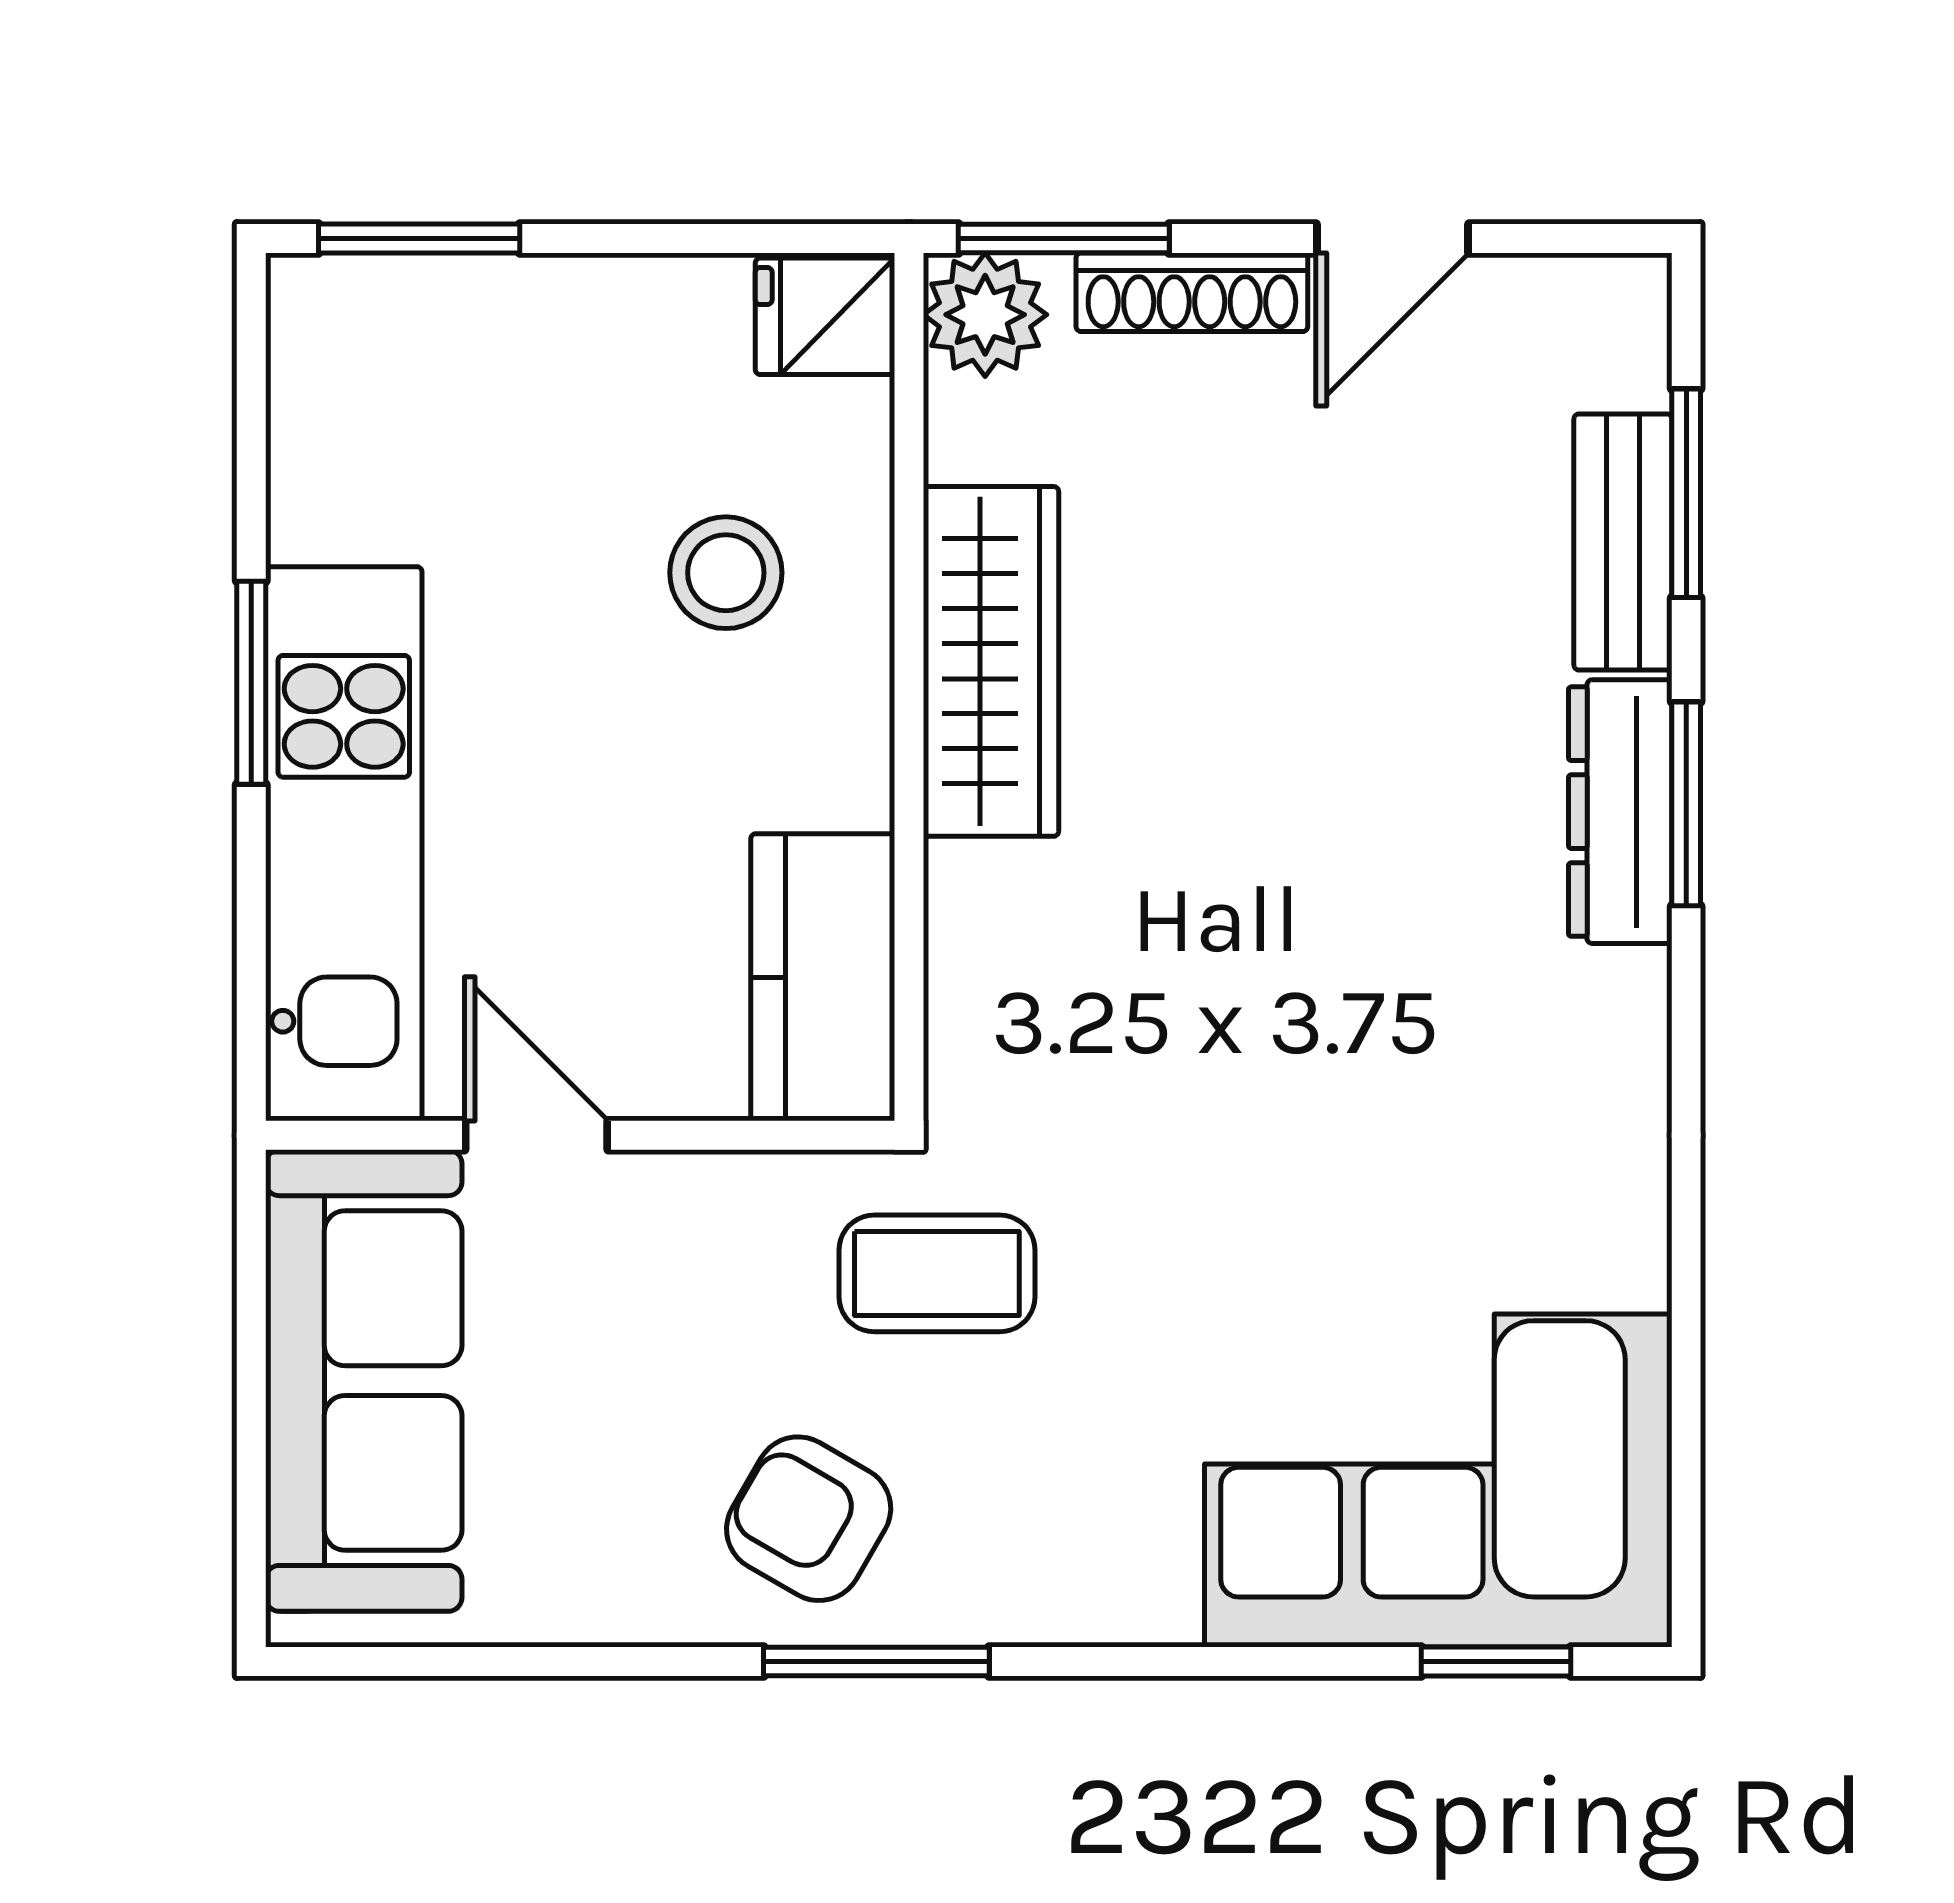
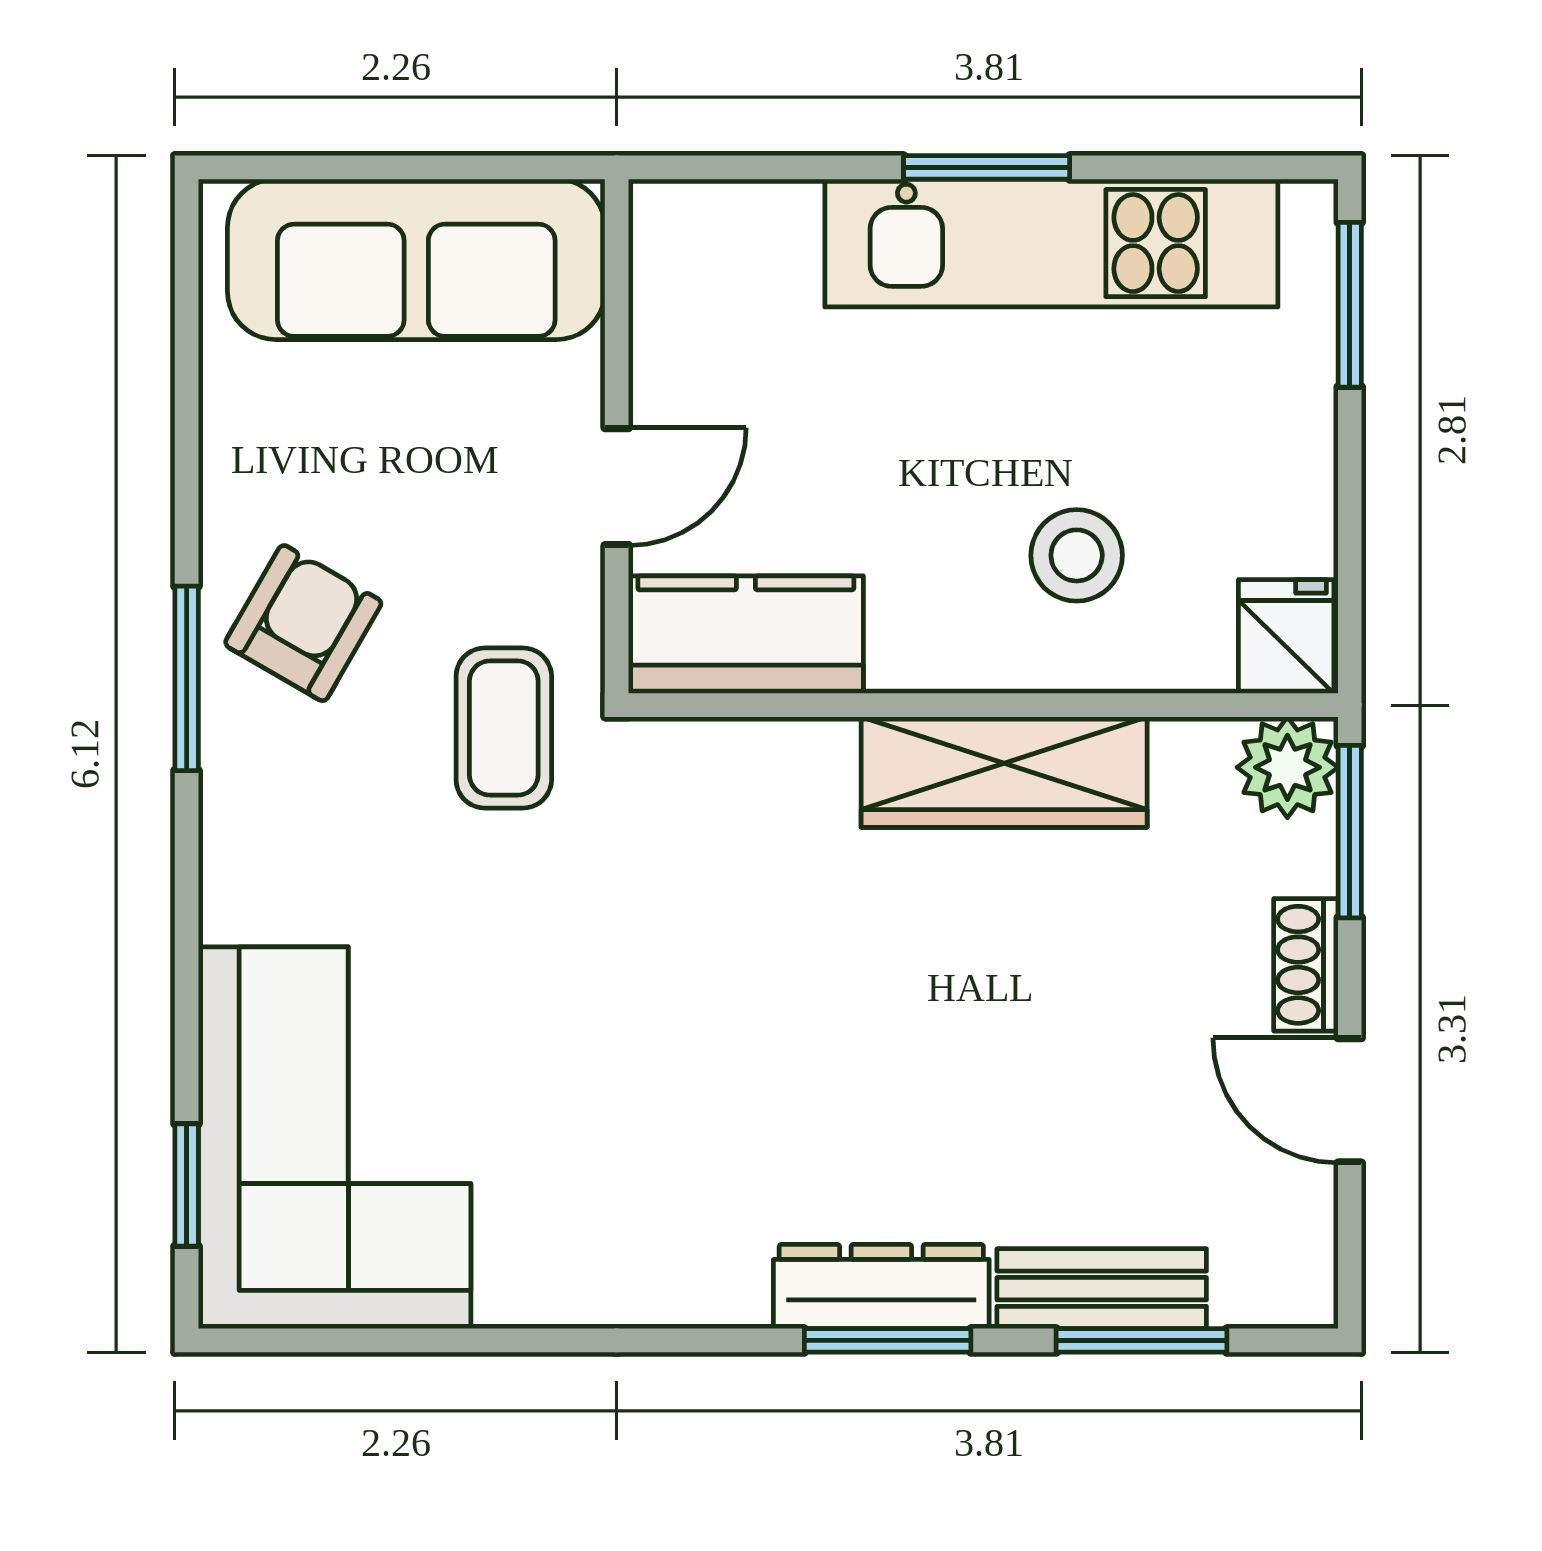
shoe rack: (1192, 292) -> (1306, 965), width x0.70
kitchen unit: (344, 844) -> (1051, 243), moved
door: (536, 1135) -> (617, 487), moved

